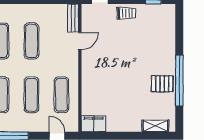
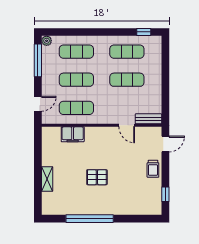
pallet: (162, 84) -> (97, 177), moved, turned 90
filing cabinet: (94, 124) -> (73, 134), moved, turned 90
shelving: (155, 126) -> (47, 179), moved

